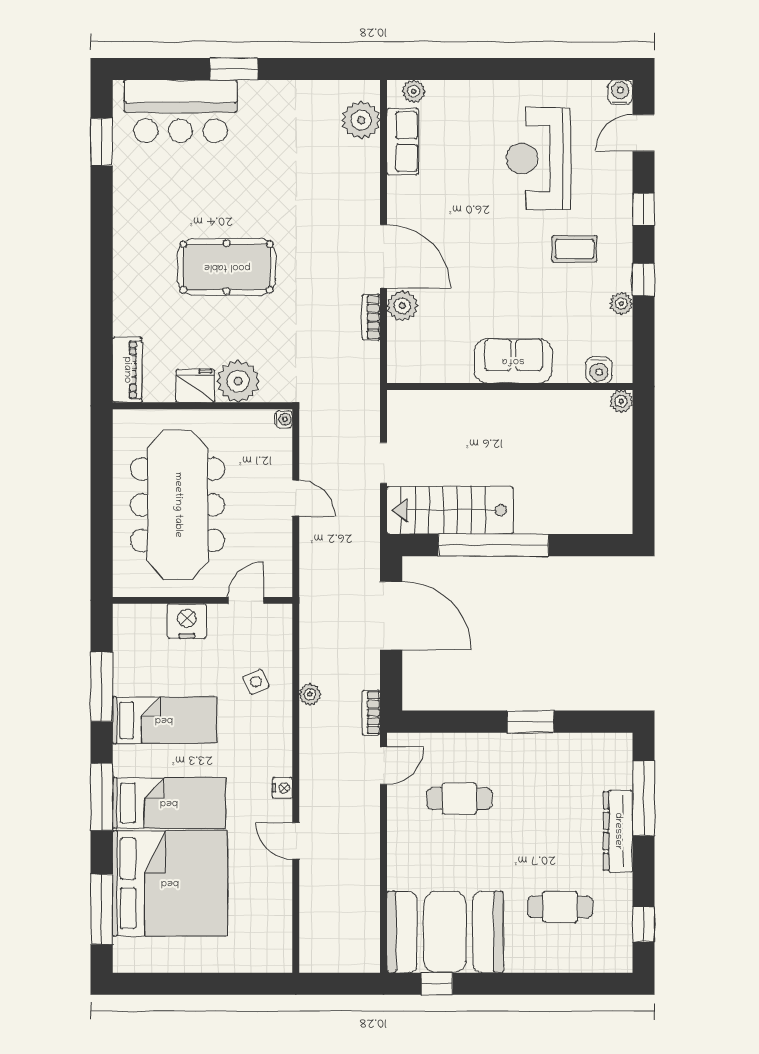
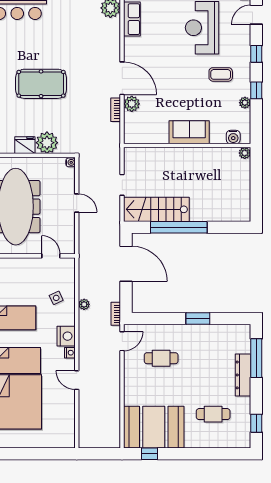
door: (246, 600) -> (51, 256), hinge flipped
nightstand: (187, 621) -> (66, 336), moved, turned 90

